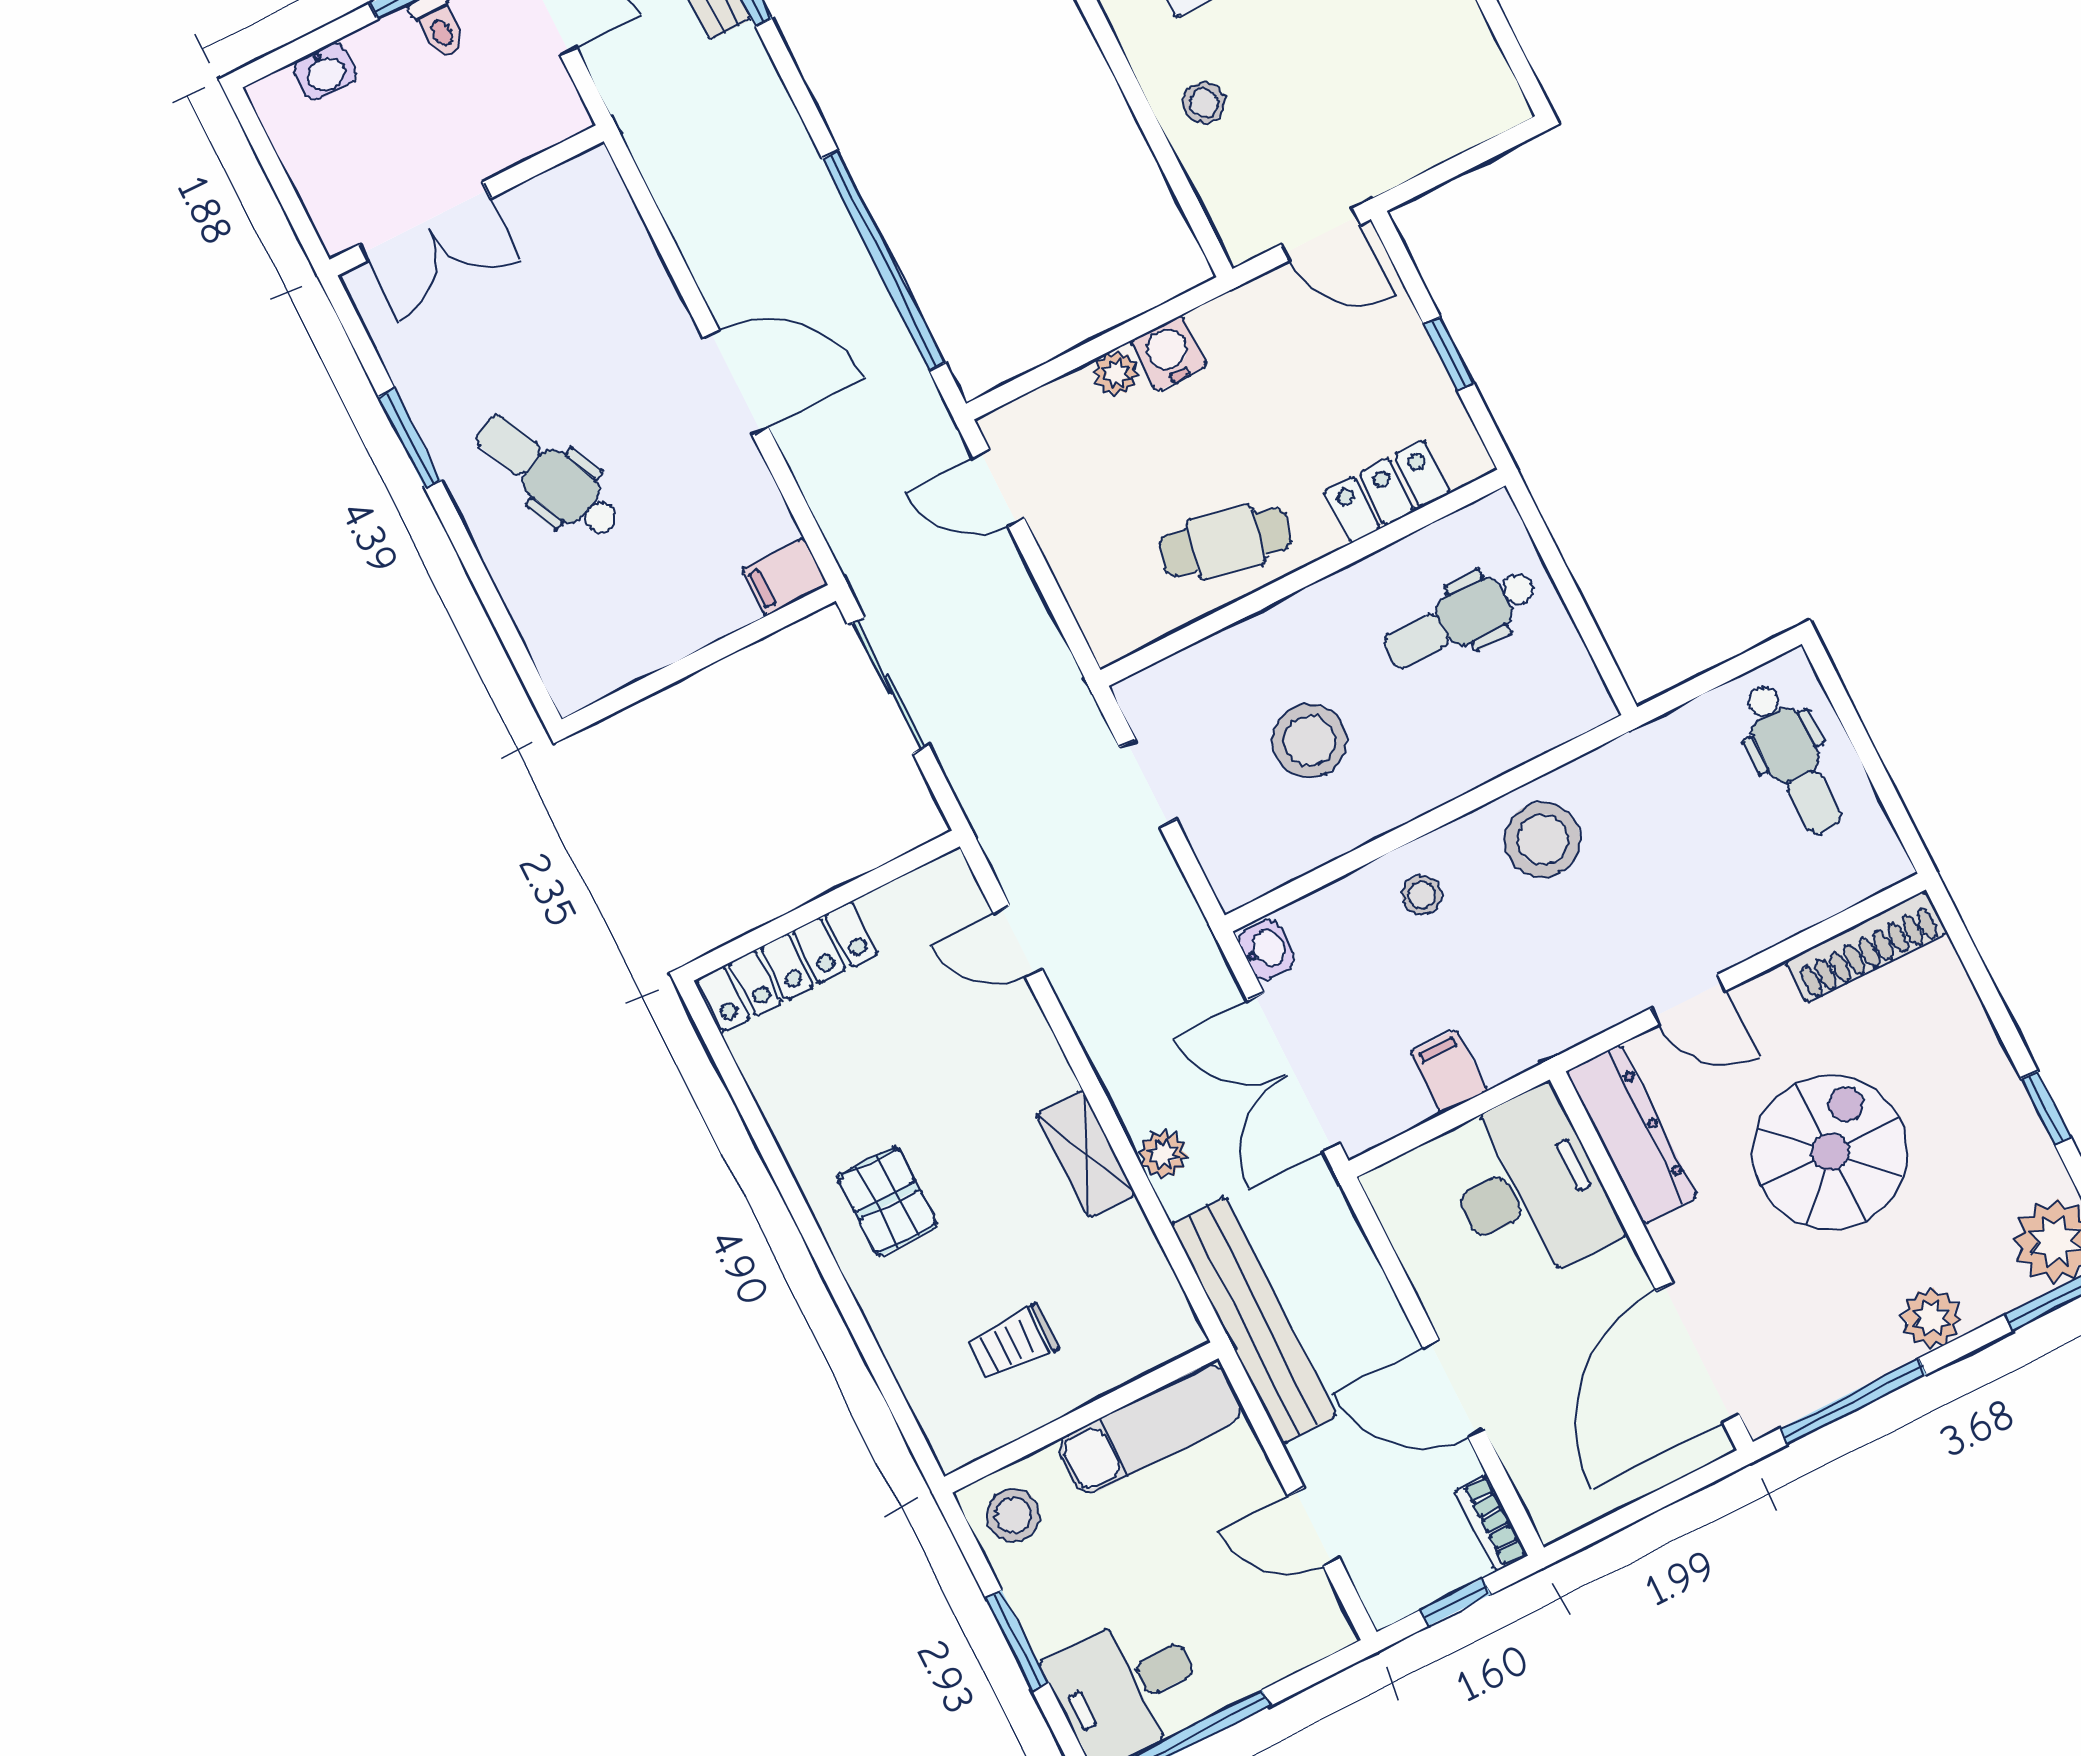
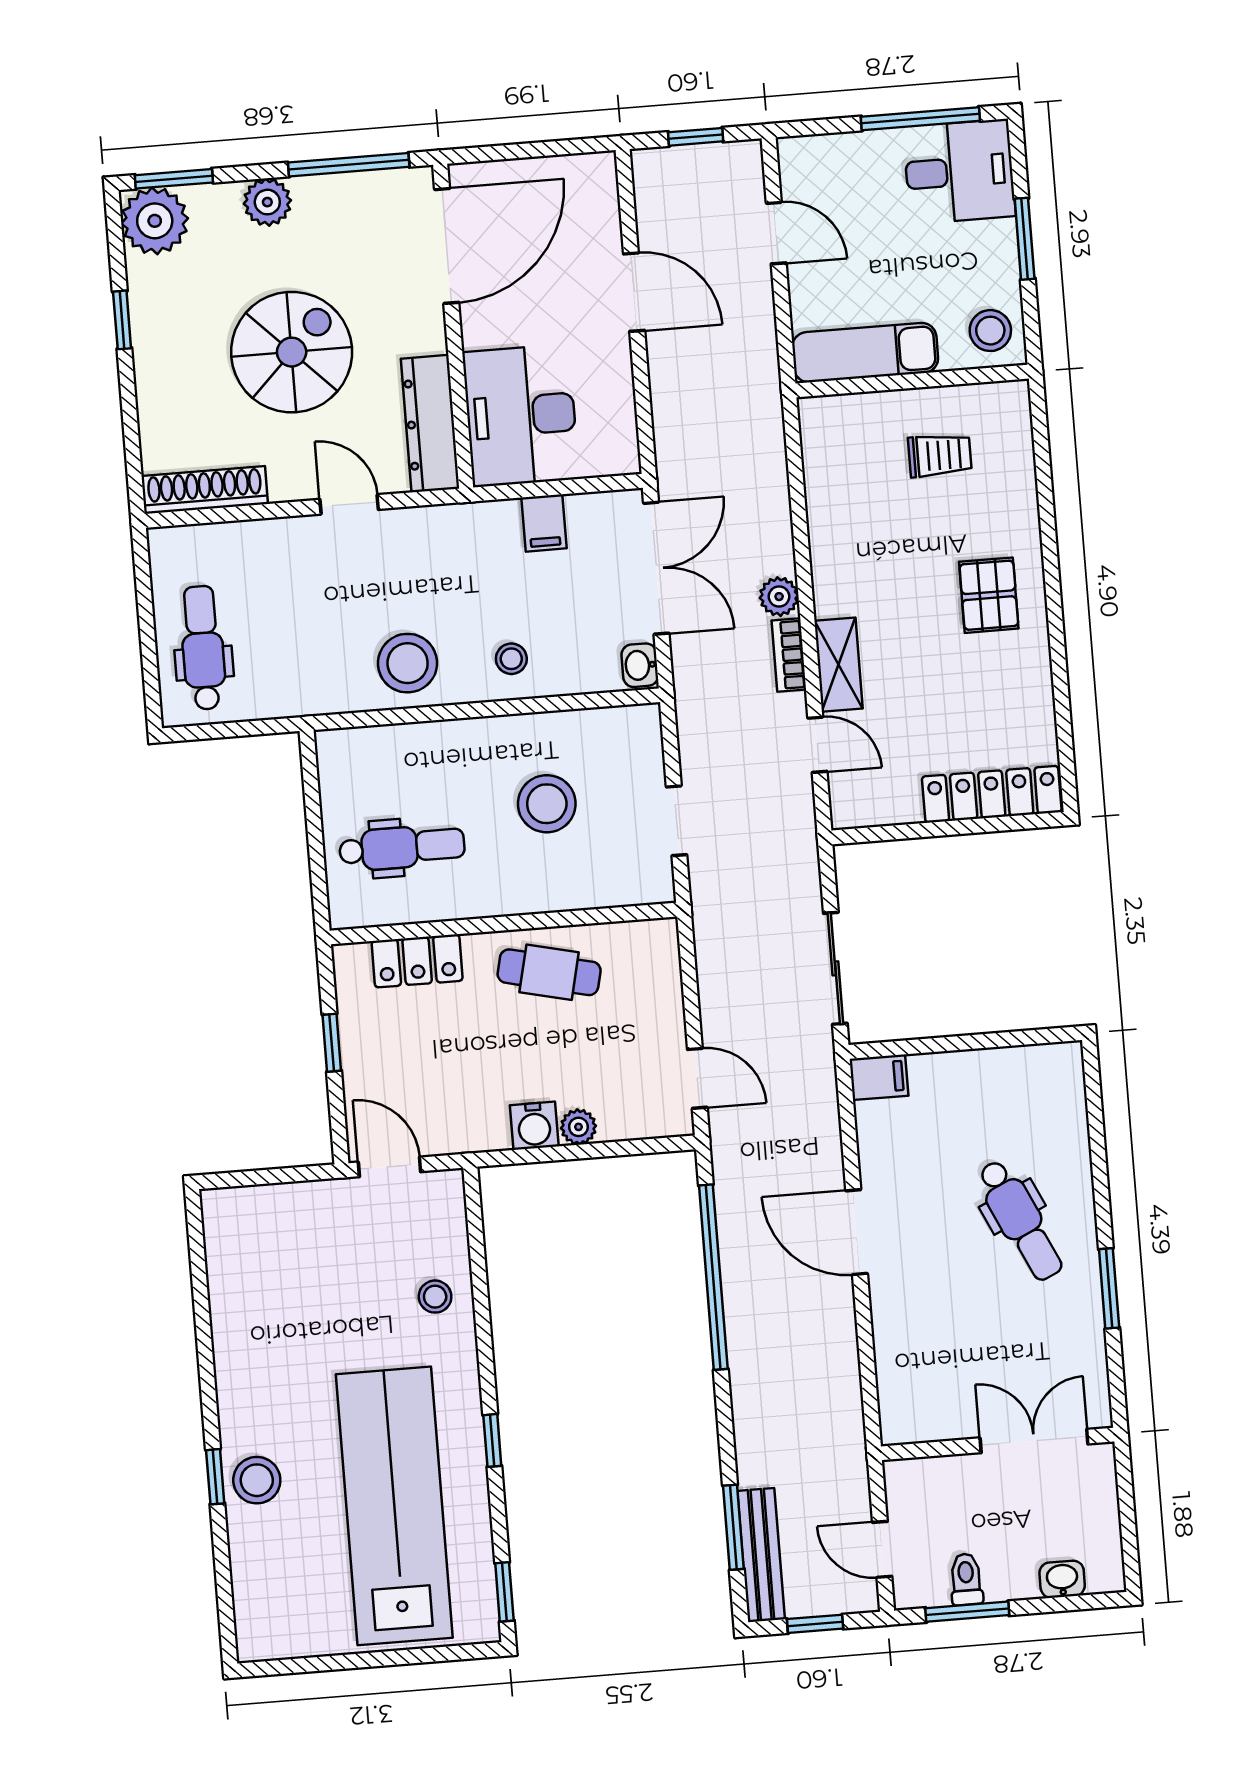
spiral stairs: (1830, 1152) -> (292, 352), turned 180
shelving: (1086, 1154) -> (838, 665), moved
plant: (1163, 1154) -> (779, 597), moved
bench: (1254, 1320) -> (759, 400), removed
bookcase: (1491, 1523) -> (789, 655), moved, turned 180

